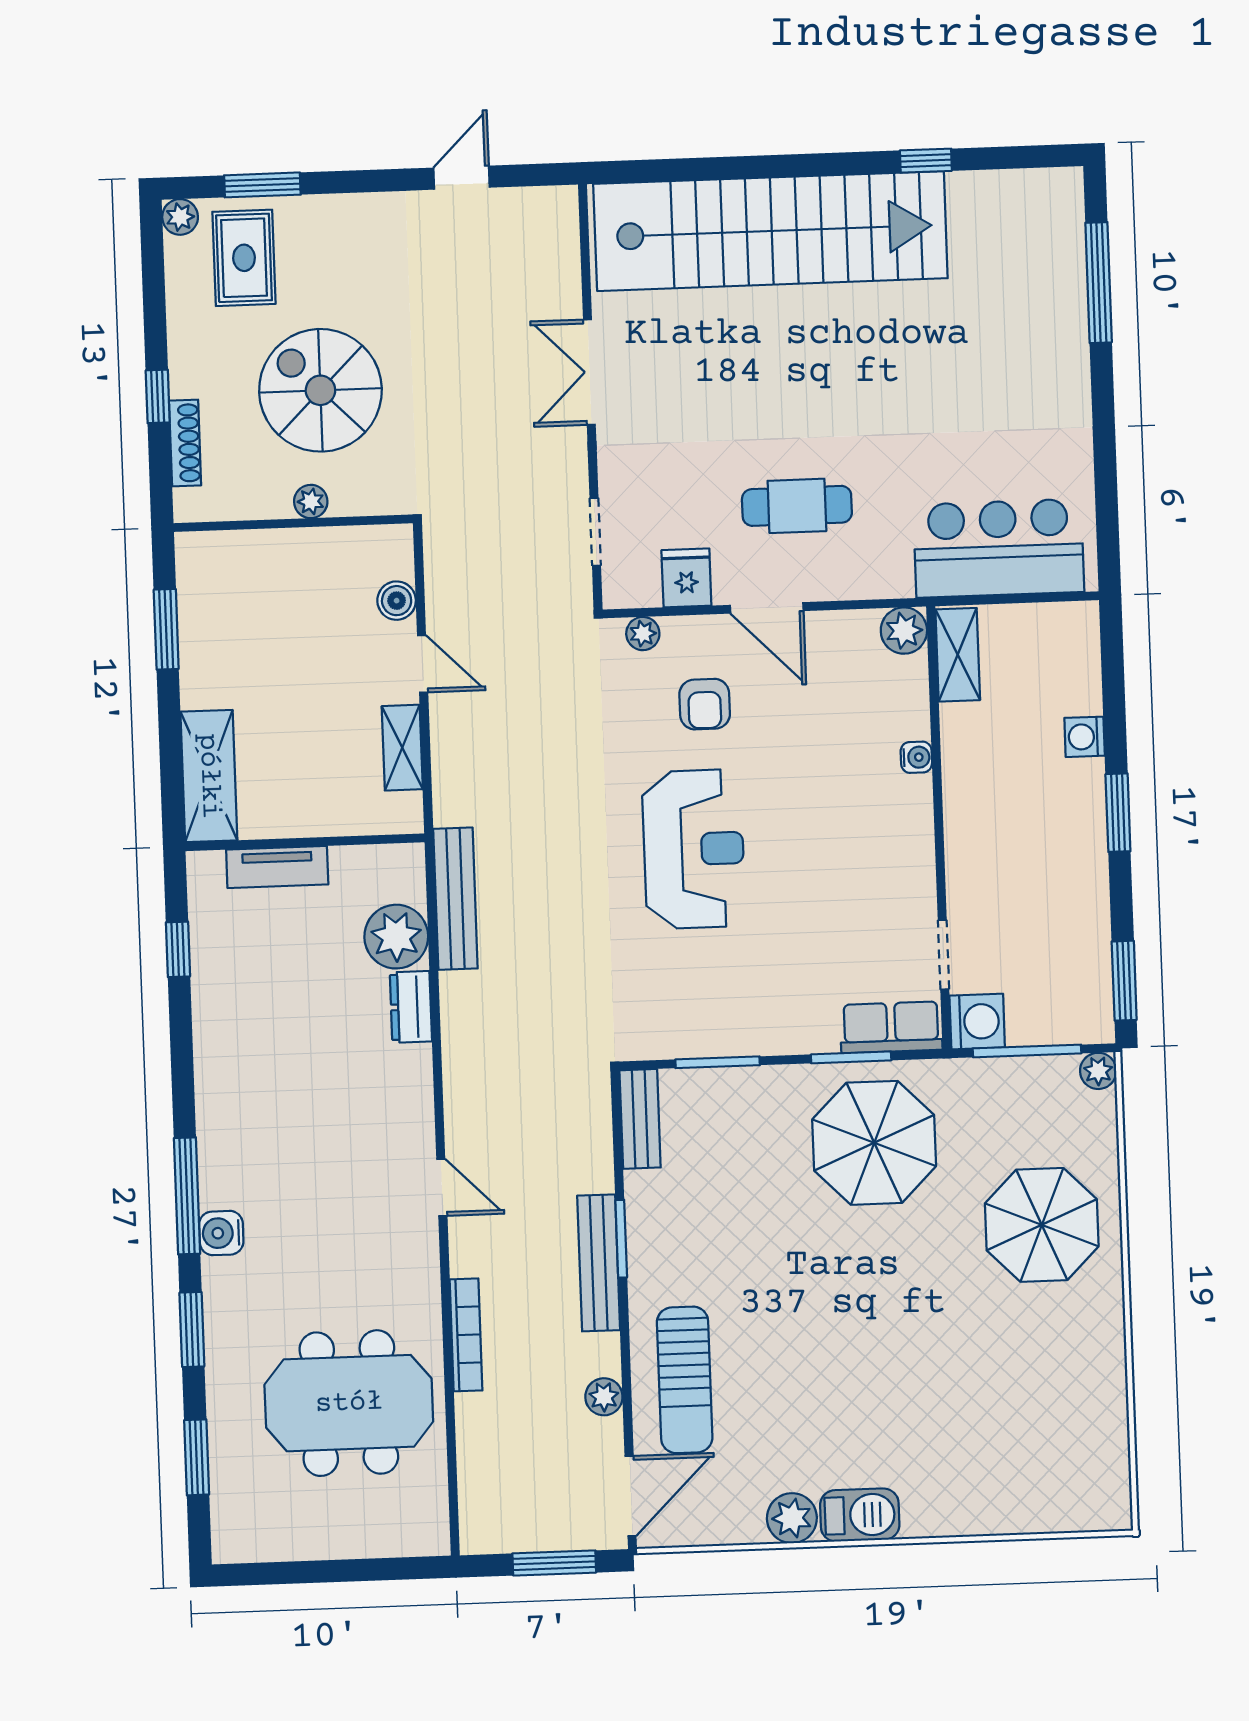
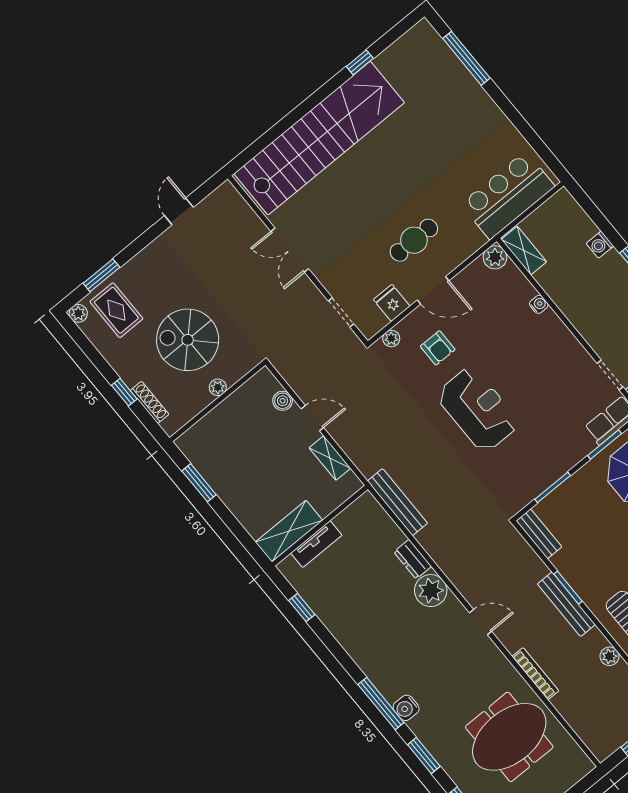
shelving: (209, 776) -> (289, 531), moved, turned 90
plant: (396, 937) -> (431, 591), moved

